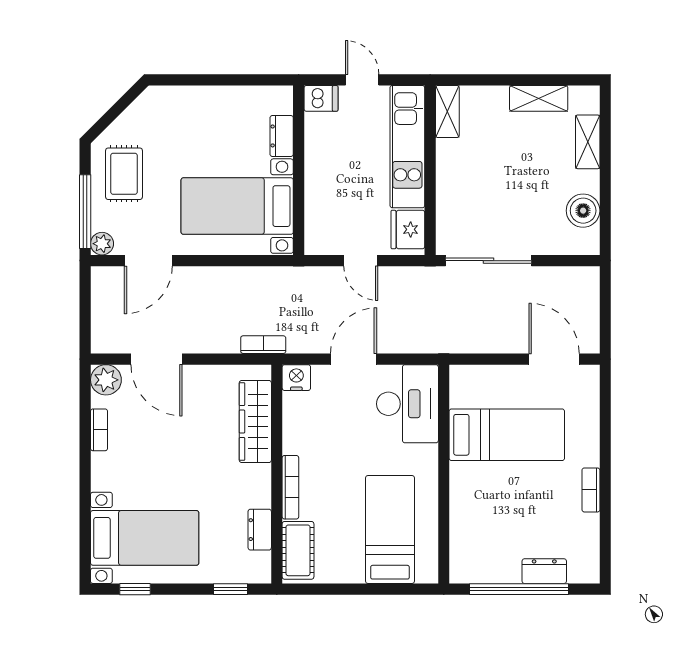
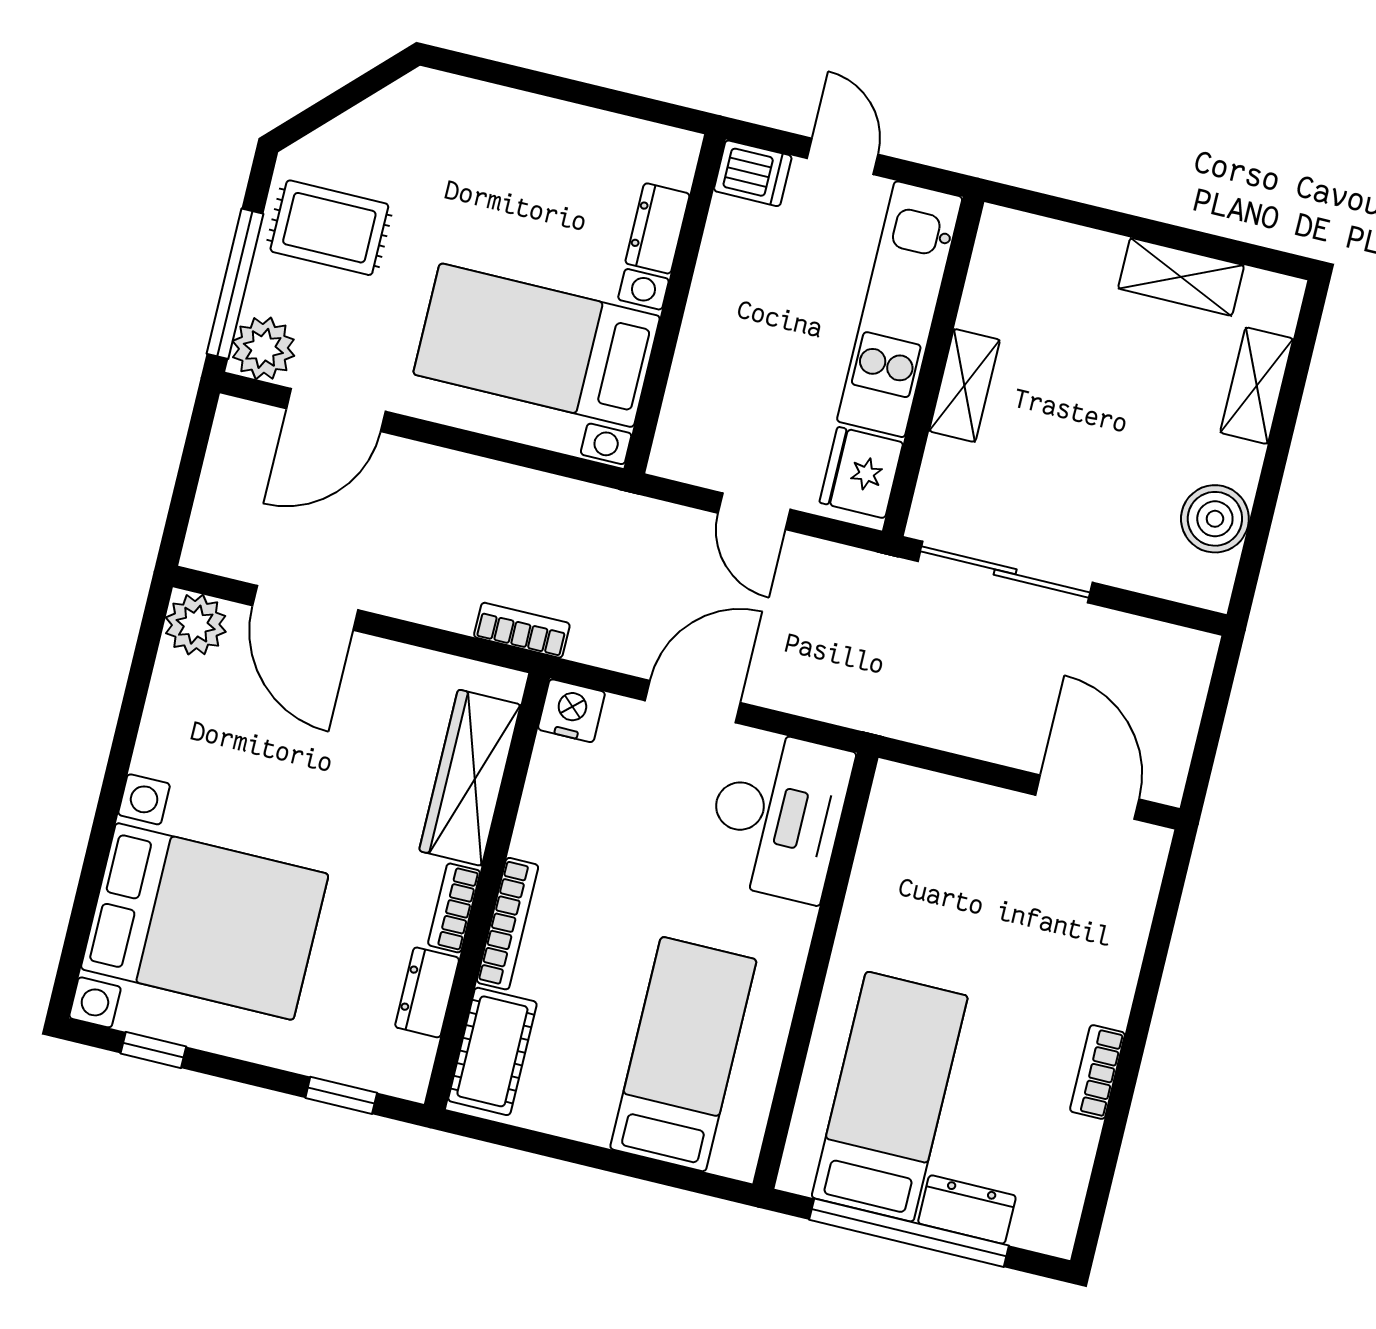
shelving: (447, 112) -> (964, 385), moved
rug: (124, 174) -> (329, 228), turned 90
plant: (102, 244) -> (263, 348), width x1.38, depth x1.38
bookcase: (99, 430) -> (454, 908), moved, turned 180
bed: (507, 435) -> (890, 1097), moved, turned -90
bed with nightstands: (145, 538) -> (205, 921), width x1.36

